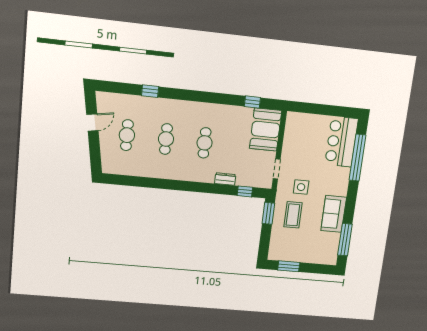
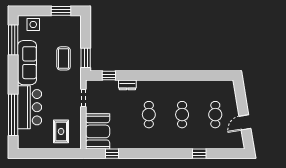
rug: (307, 134) -> (61, 131), added
bar counter: (341, 142) -> (30, 107), moved
side table: (301, 187) -> (33, 24), moved
sofa: (334, 214) -> (27, 63), width x1.36

